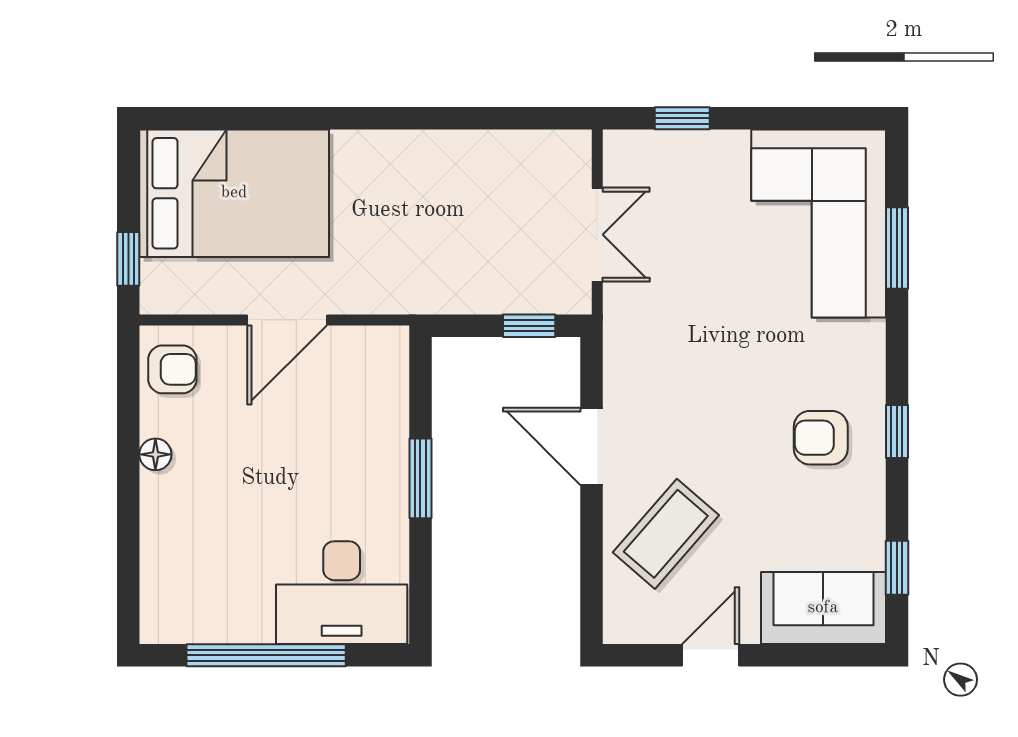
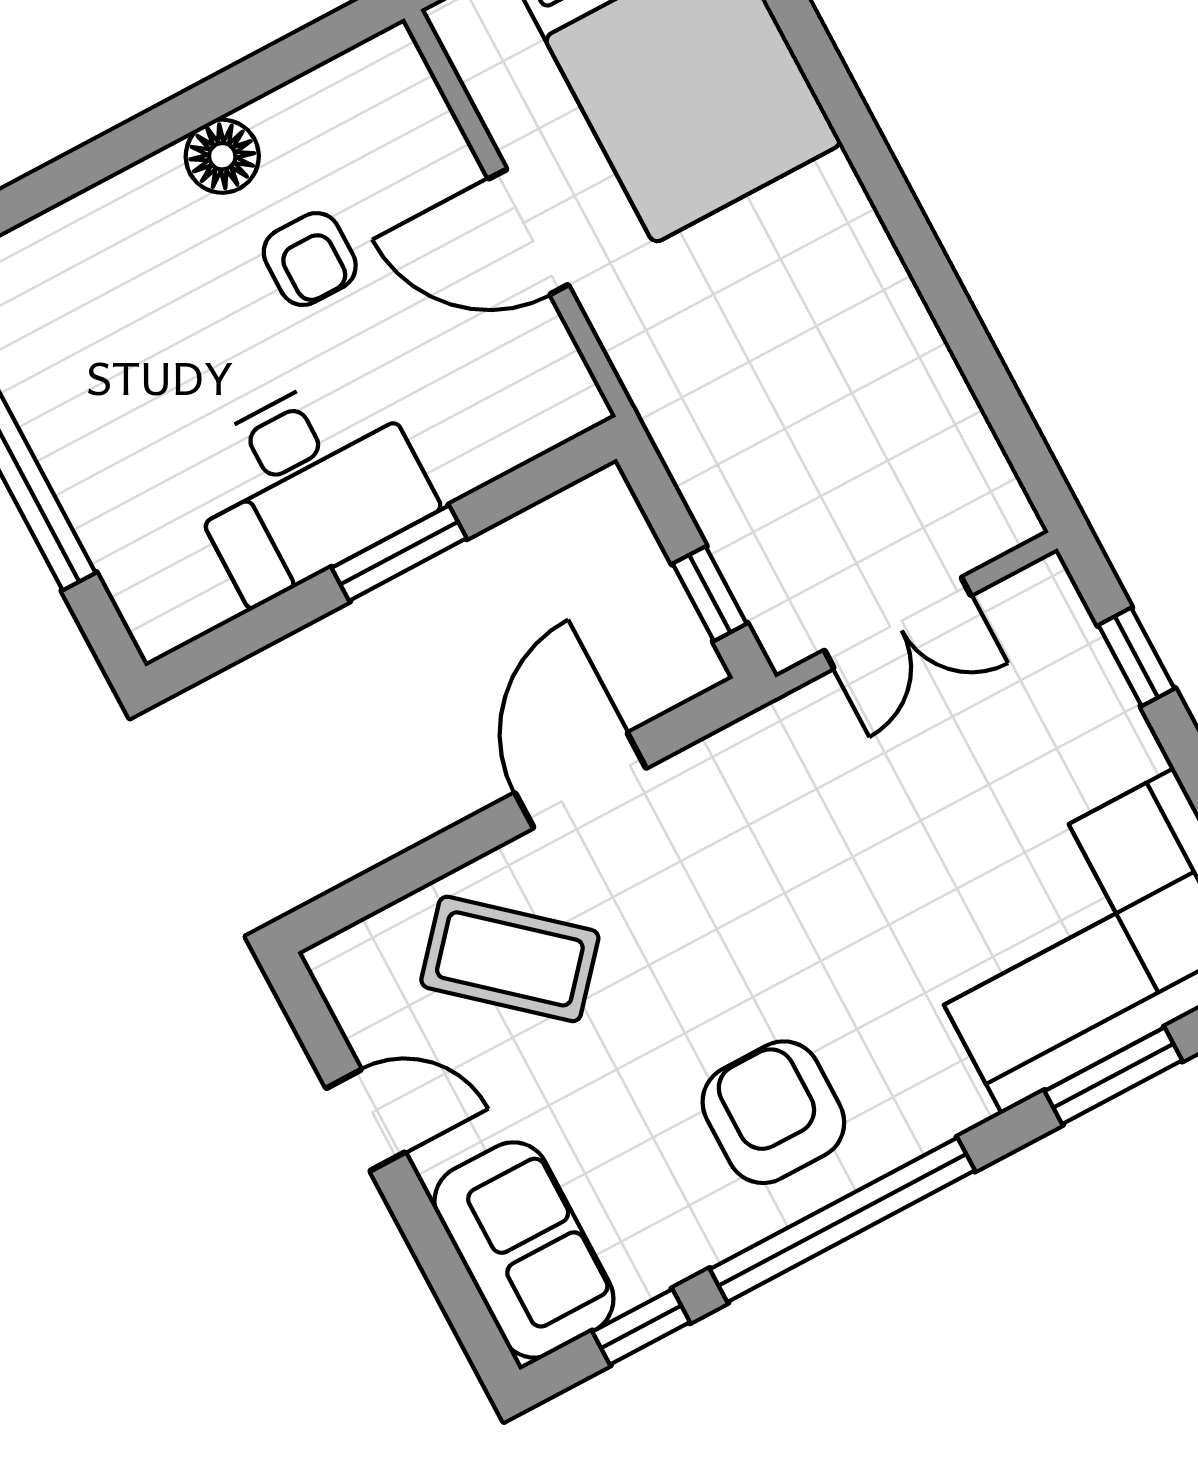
armchair: (172, 369) -> (310, 259), moved
window: (897, 431) -> (842, 1220), width x3.17
armchair: (821, 438) -> (773, 1112), width x1.38, depth x1.38
floor lamp: (155, 454) -> (222, 156), width x1.37, depth x1.37
desk: (342, 593) -> (306, 484), moved, turned -90

